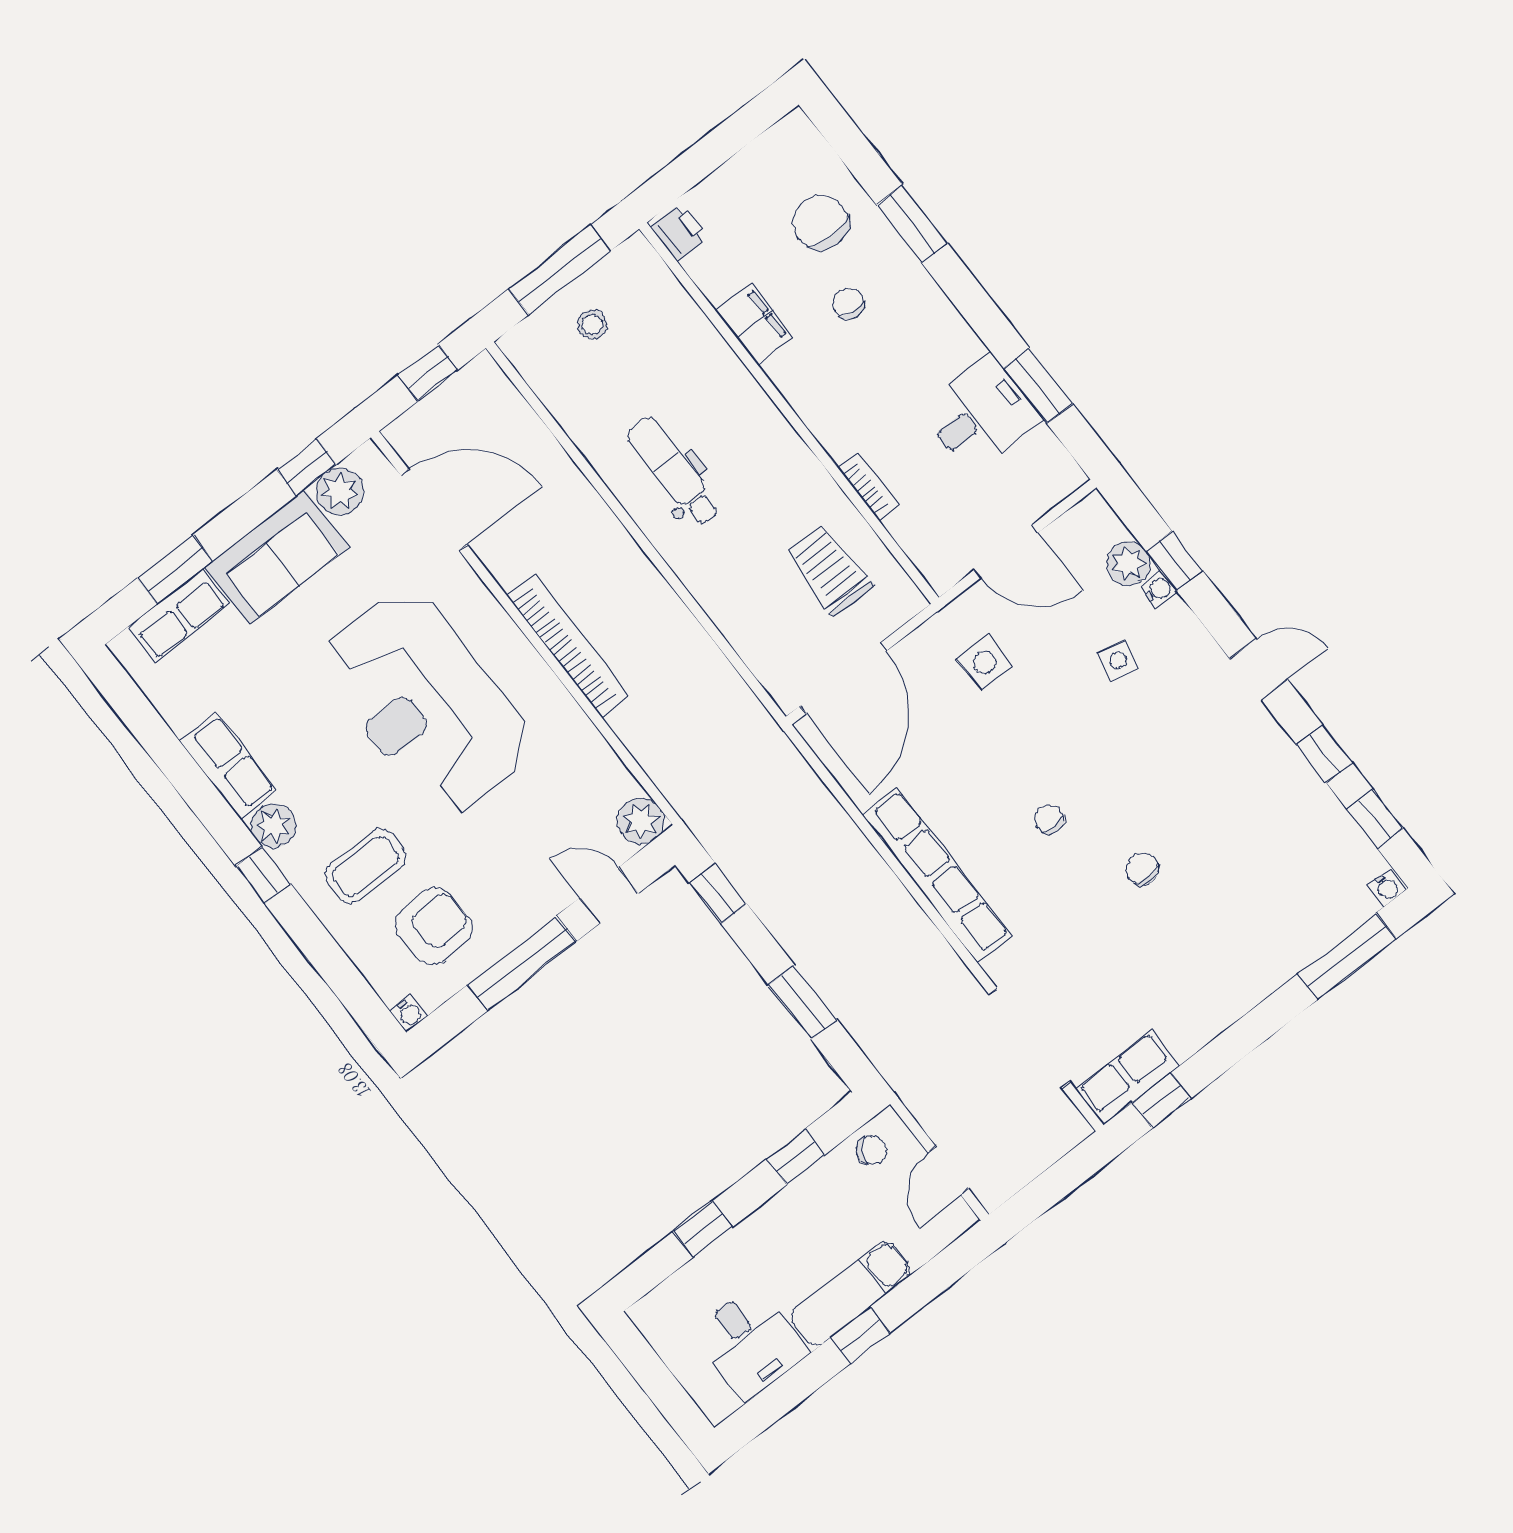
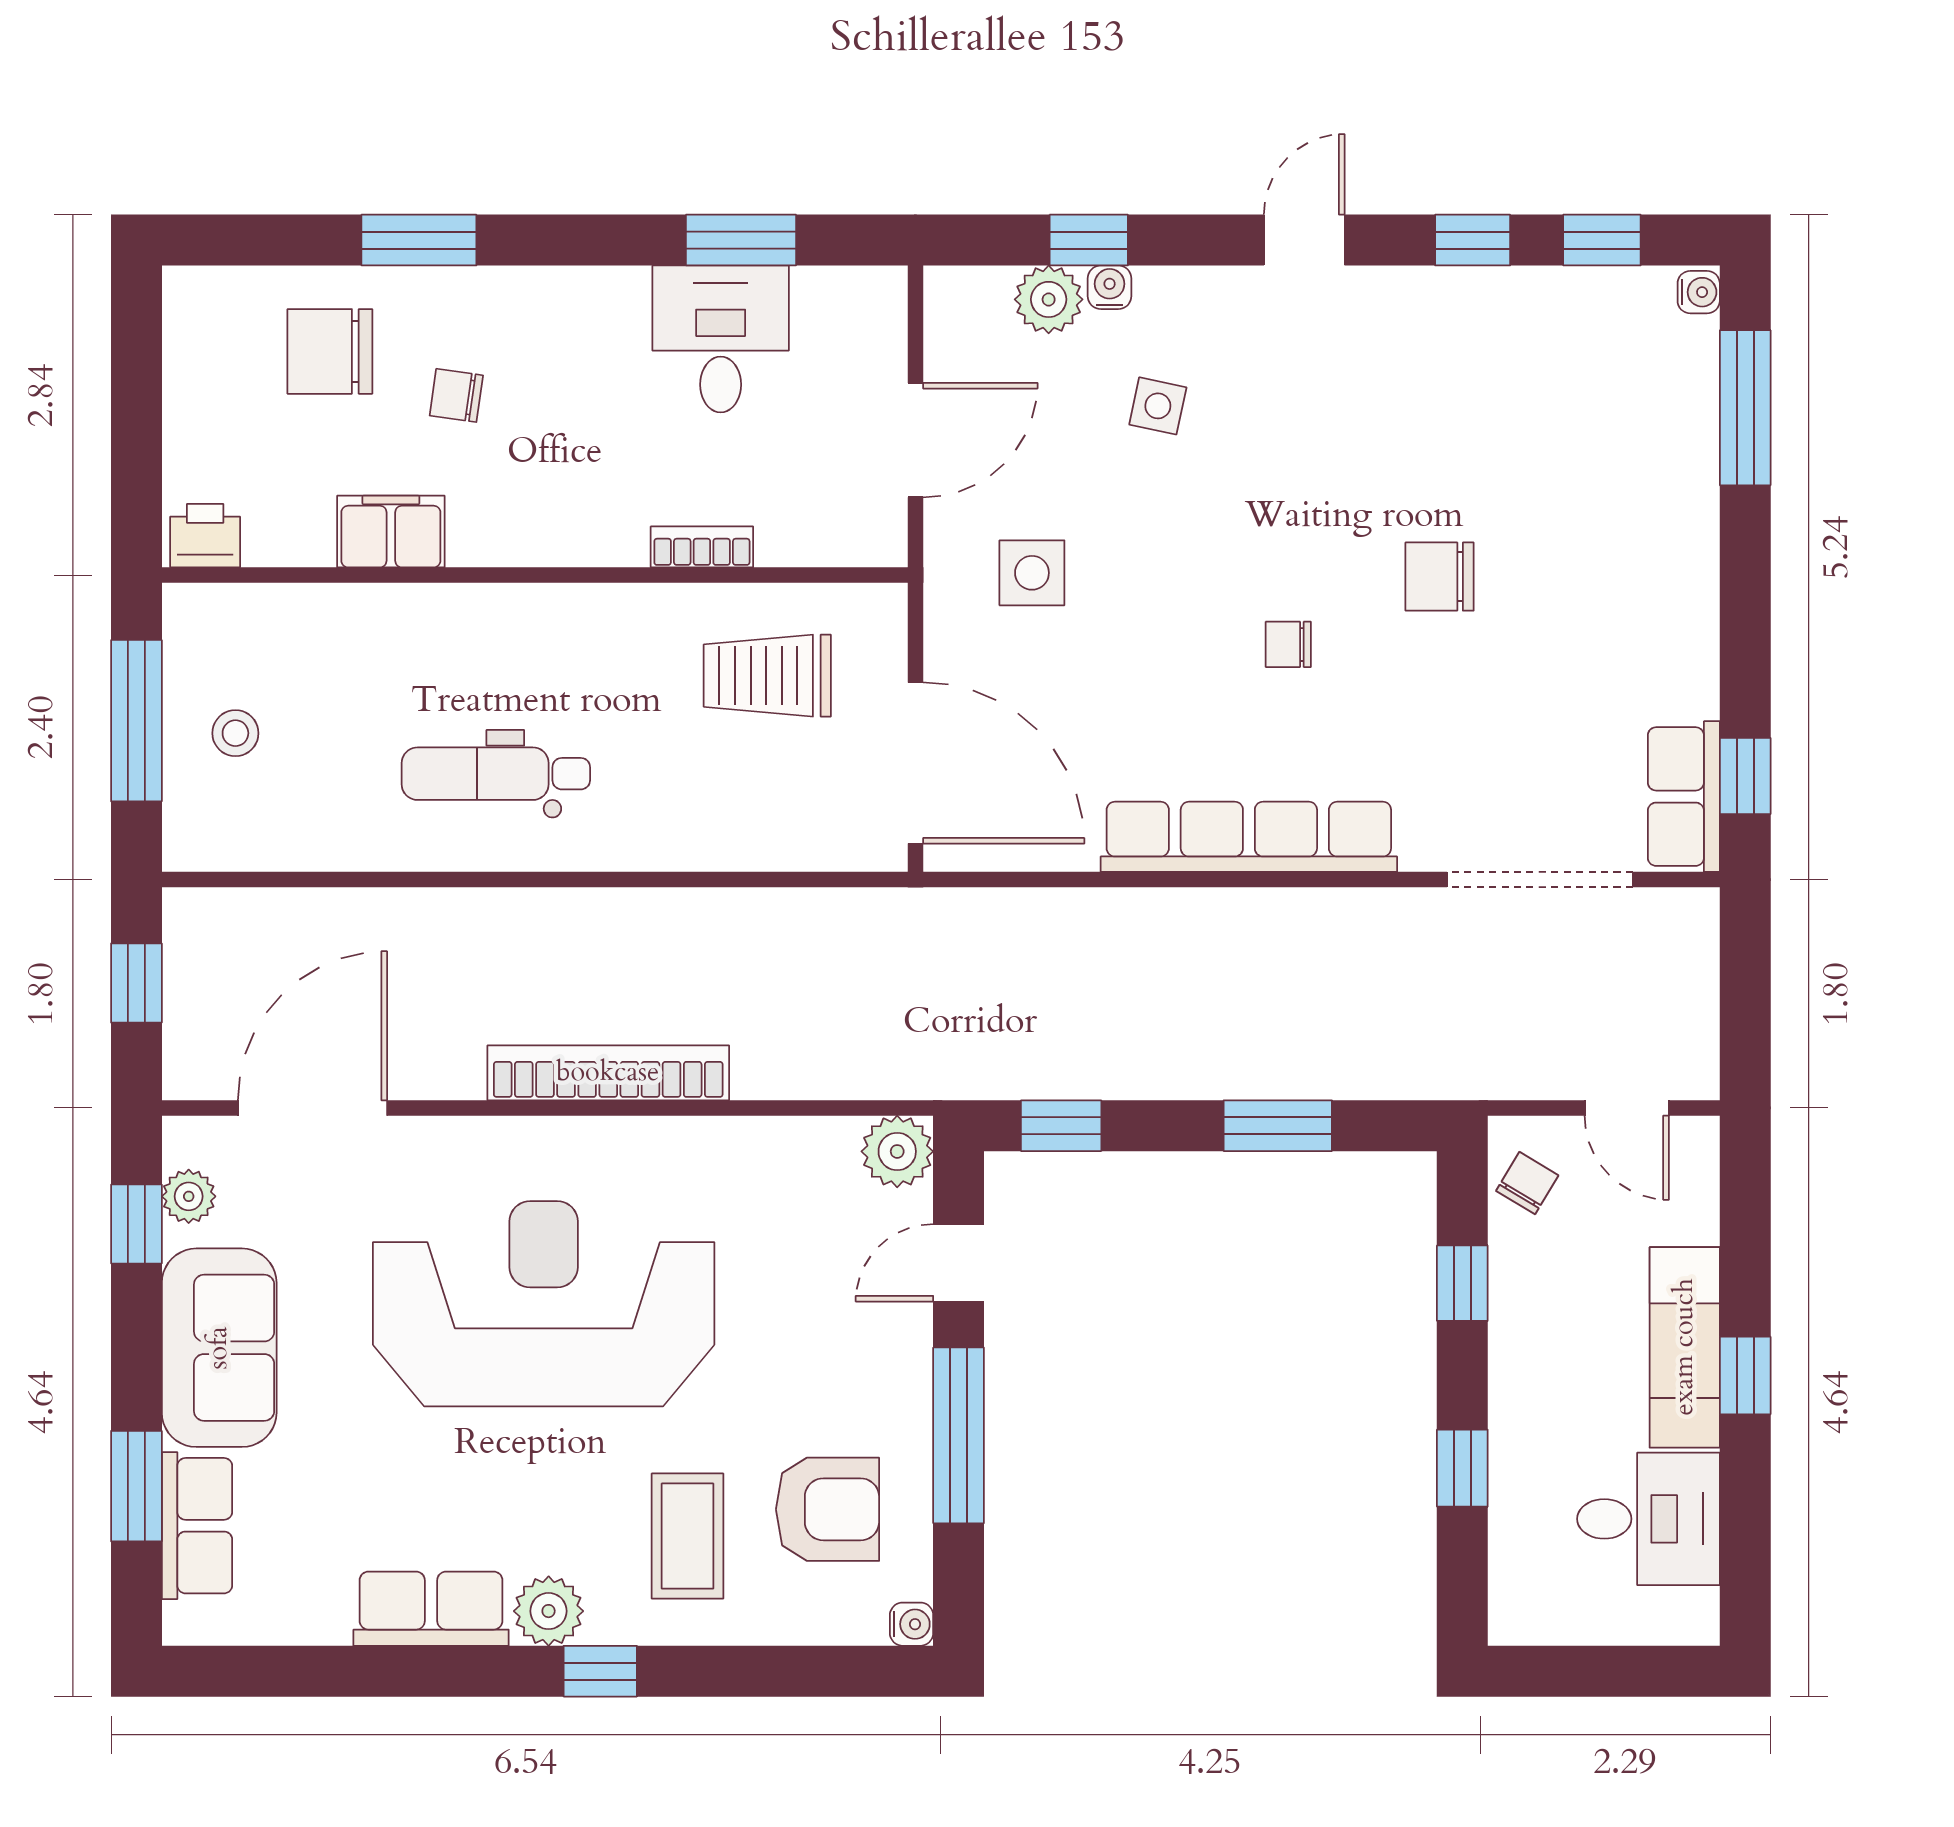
plant: (340, 491) -> (189, 1196), width x0.73, depth x0.73
reception desk: (426, 703) -> (544, 1304), turned 180
chair: (1142, 869) -> (1440, 577), width x1.37, depth x1.37
armchair: (434, 926) -> (827, 1509), turned 93

